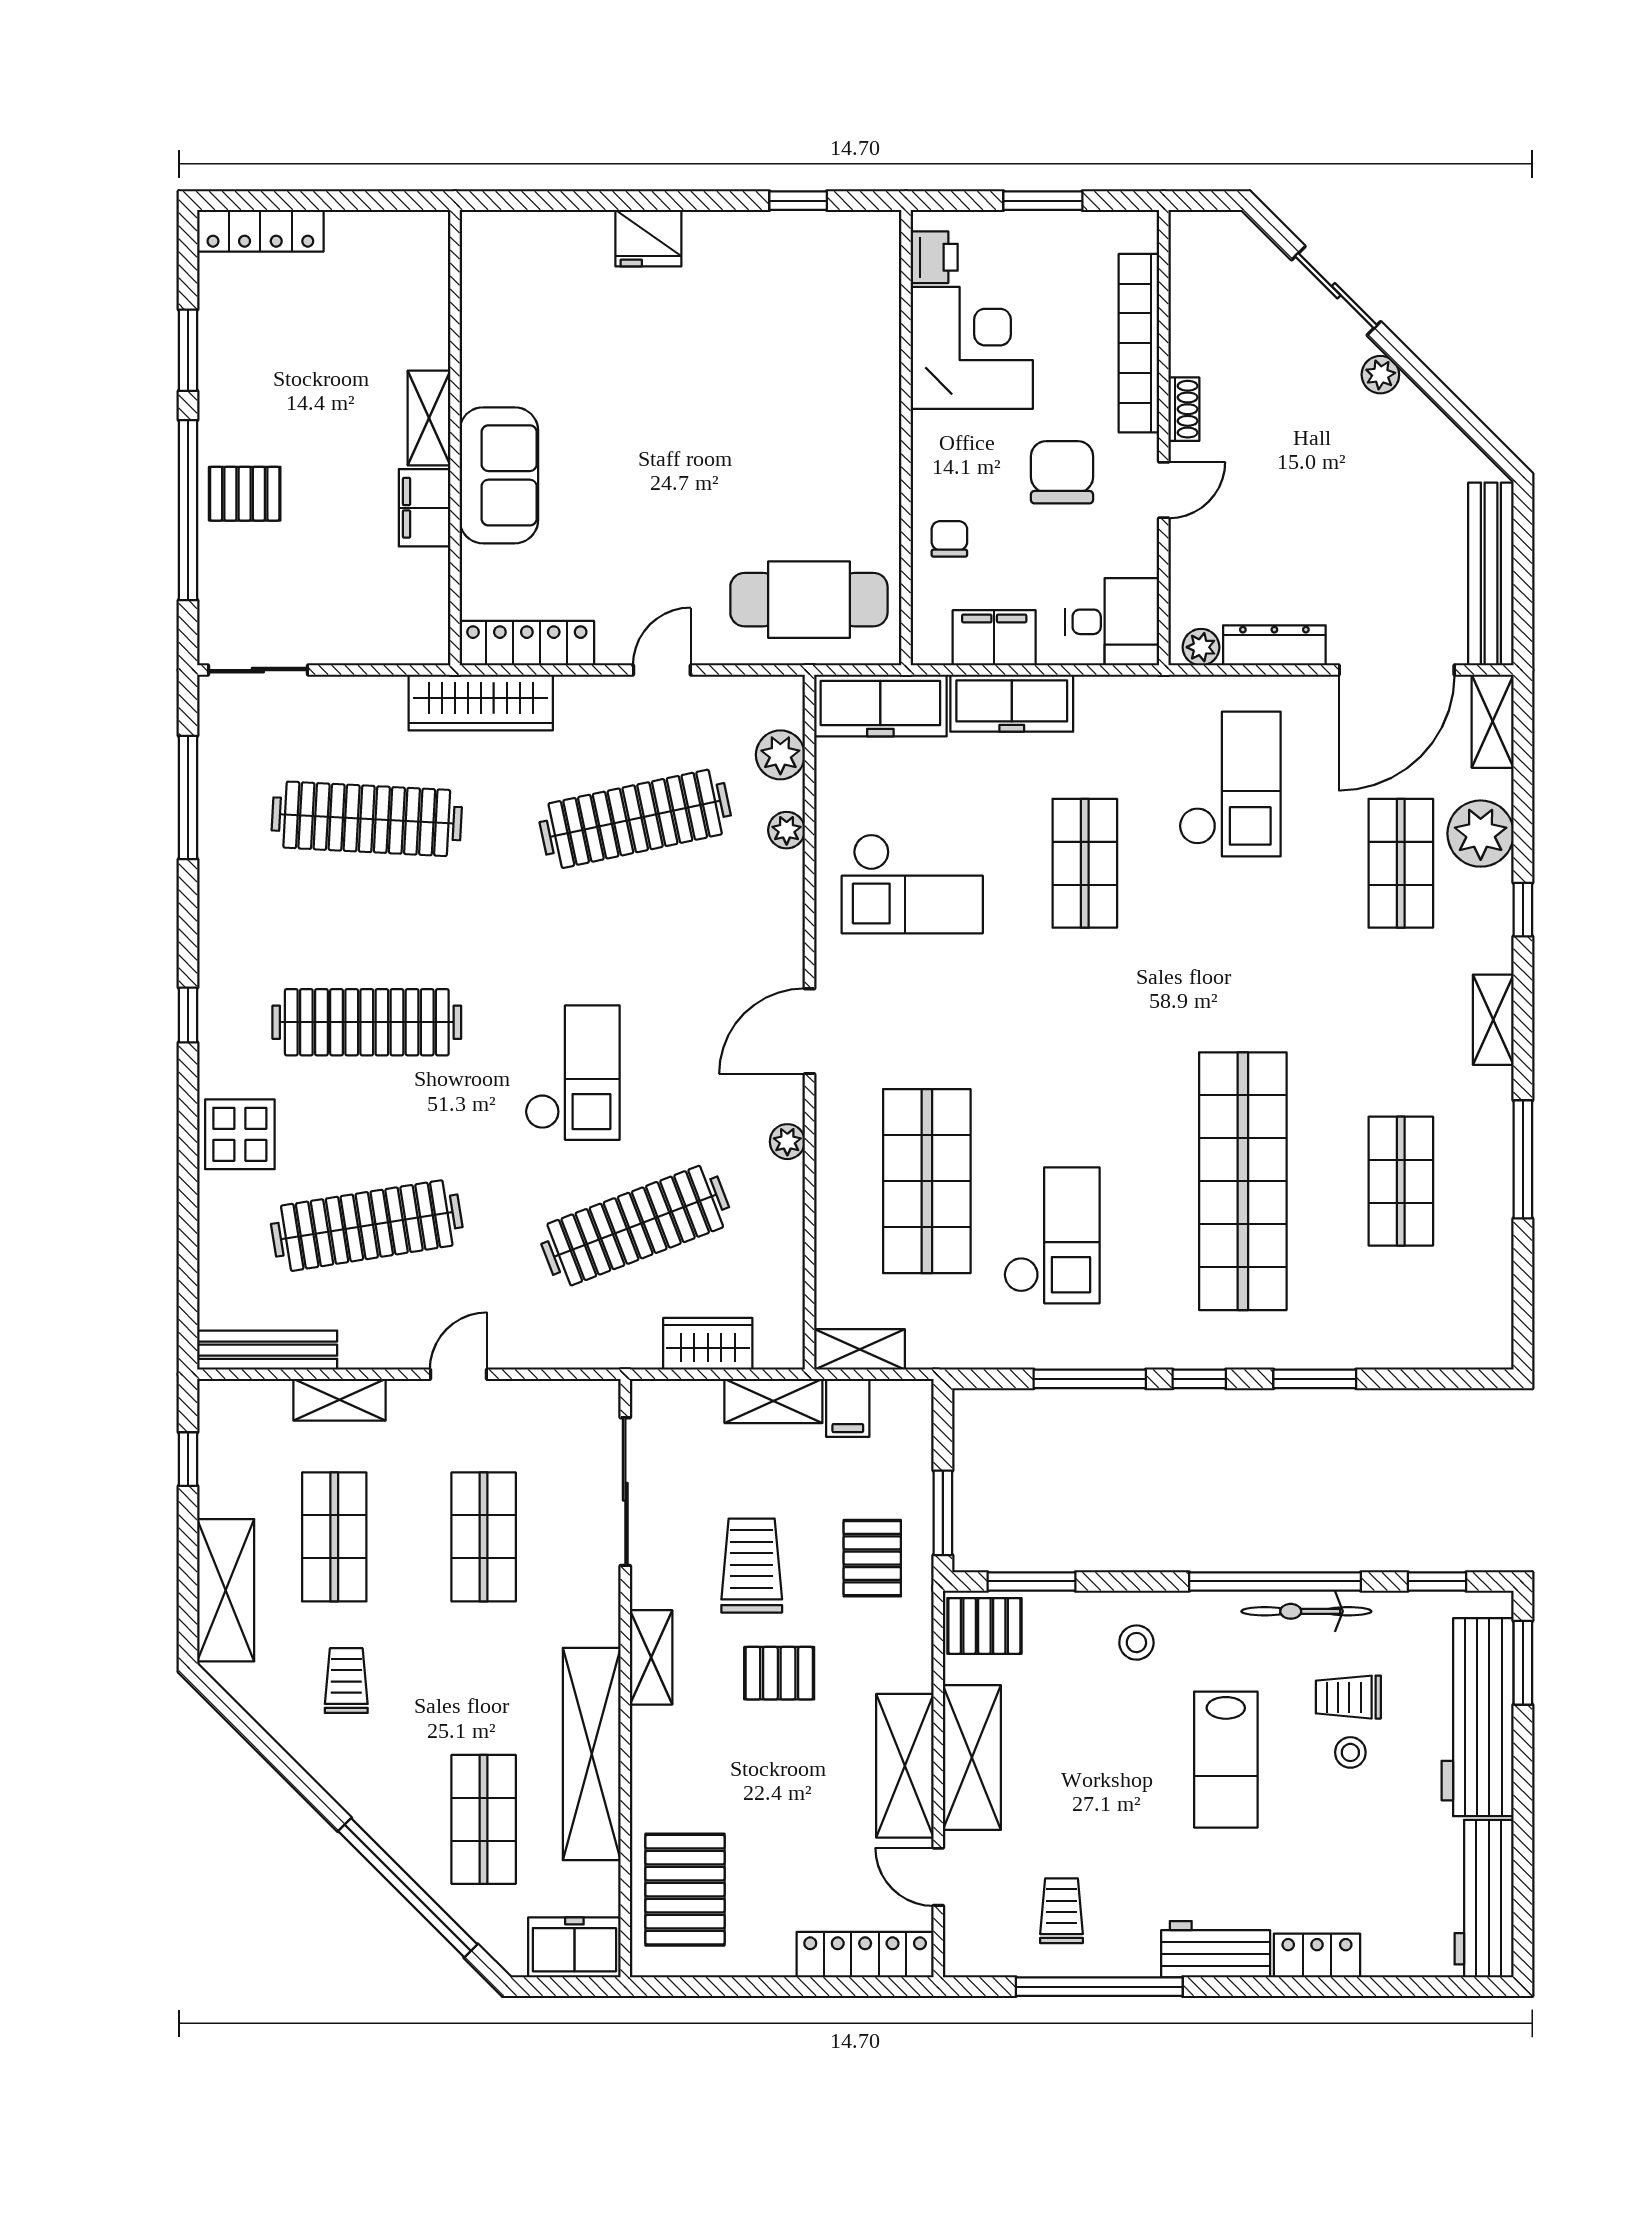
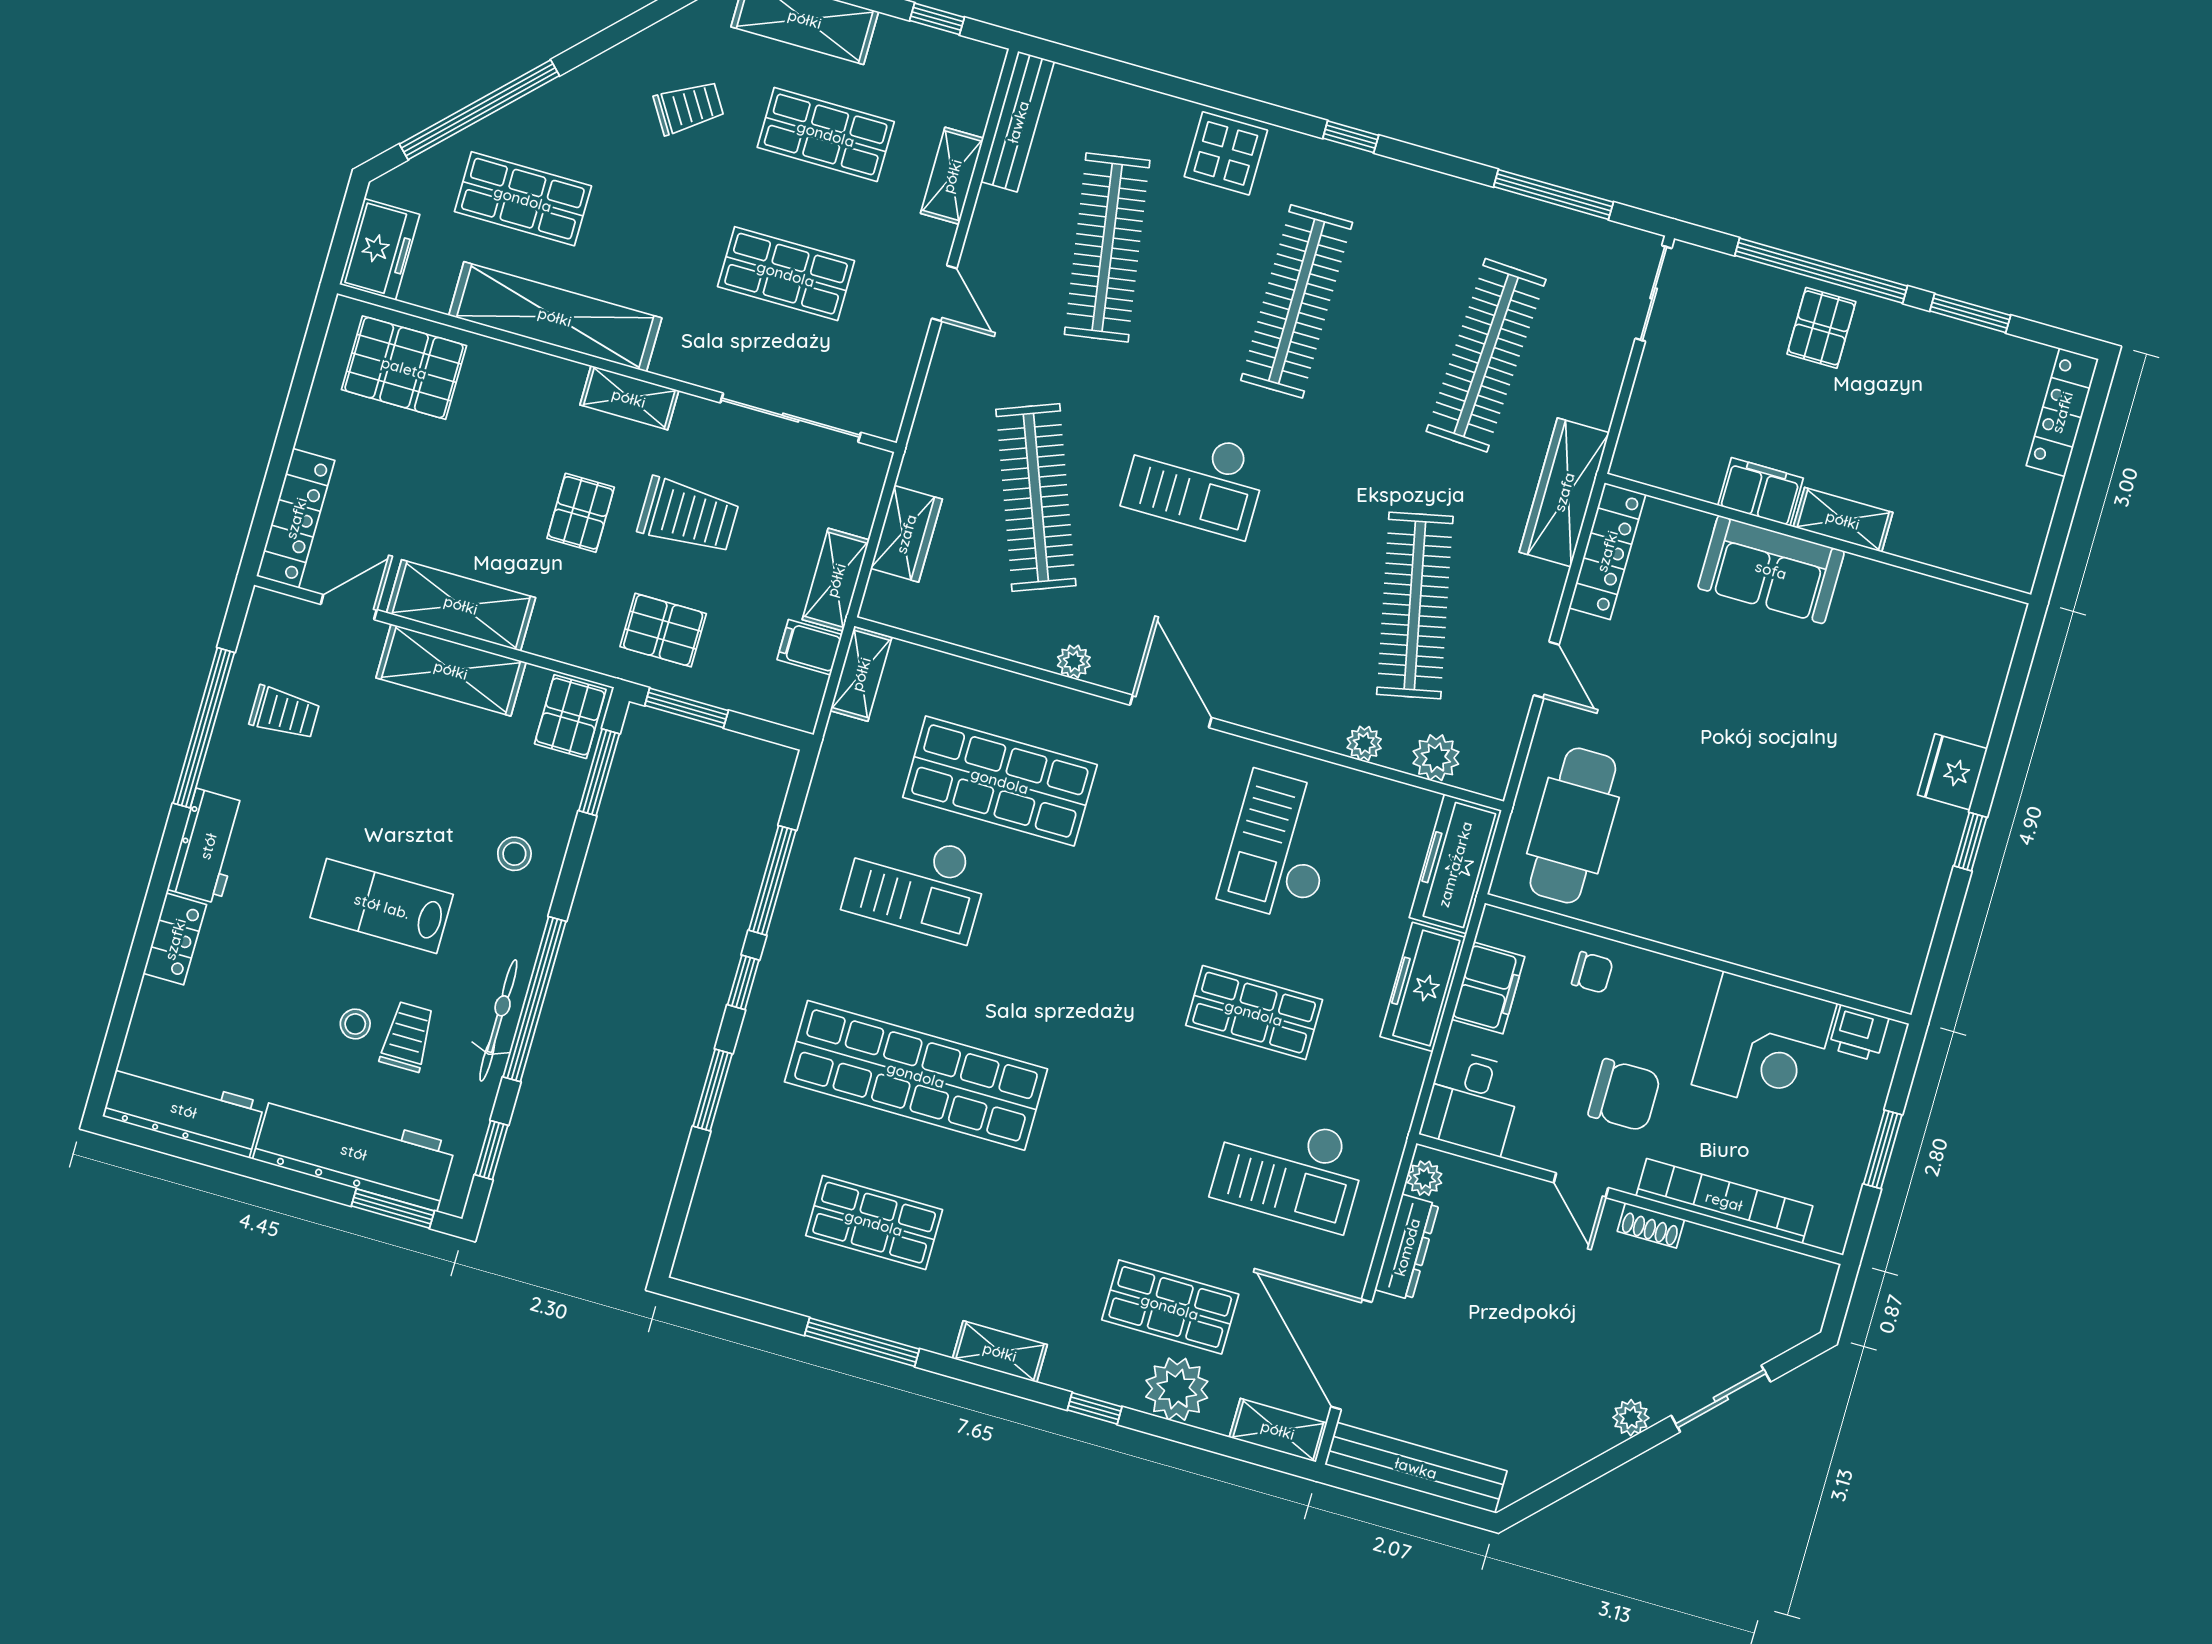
window: (798, 201) -> (1970, 842), moved
trolley: (346, 1681) -> (689, 107), turned -32

